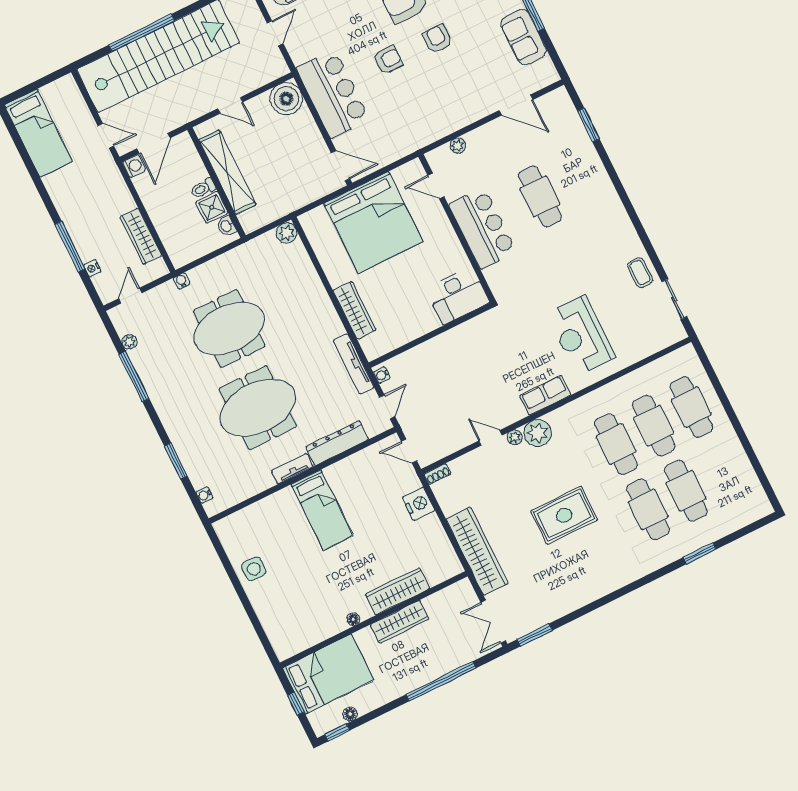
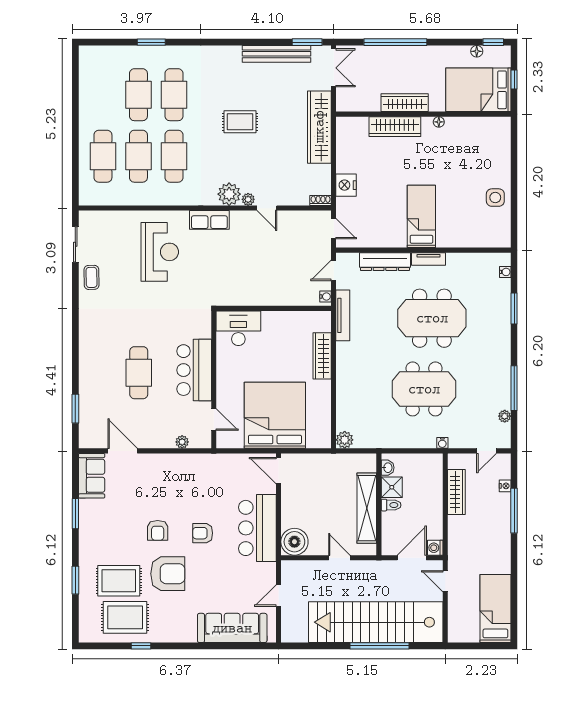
sofa: (523, 37) -> (92, 476), moved
rug: (564, 515) -> (240, 122), width x0.73, depth x0.70
bench: (561, 606) -> (277, 54), added

